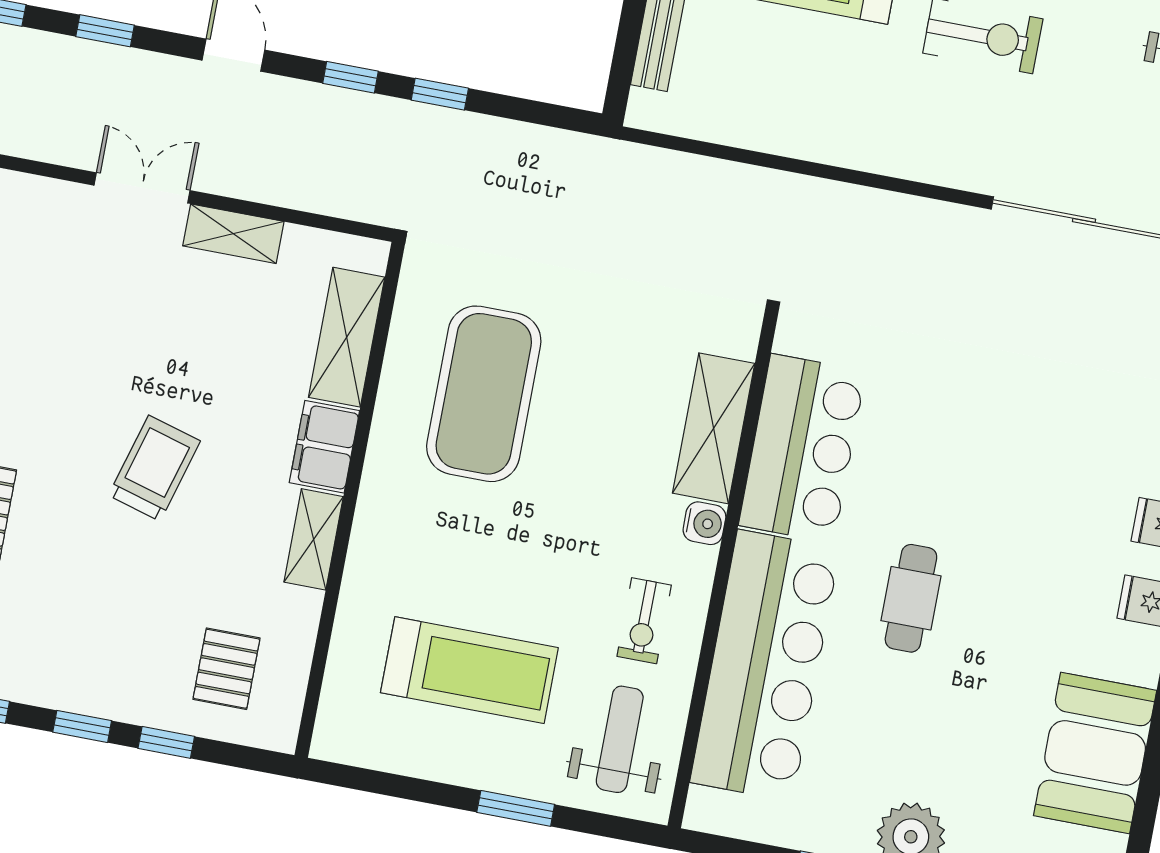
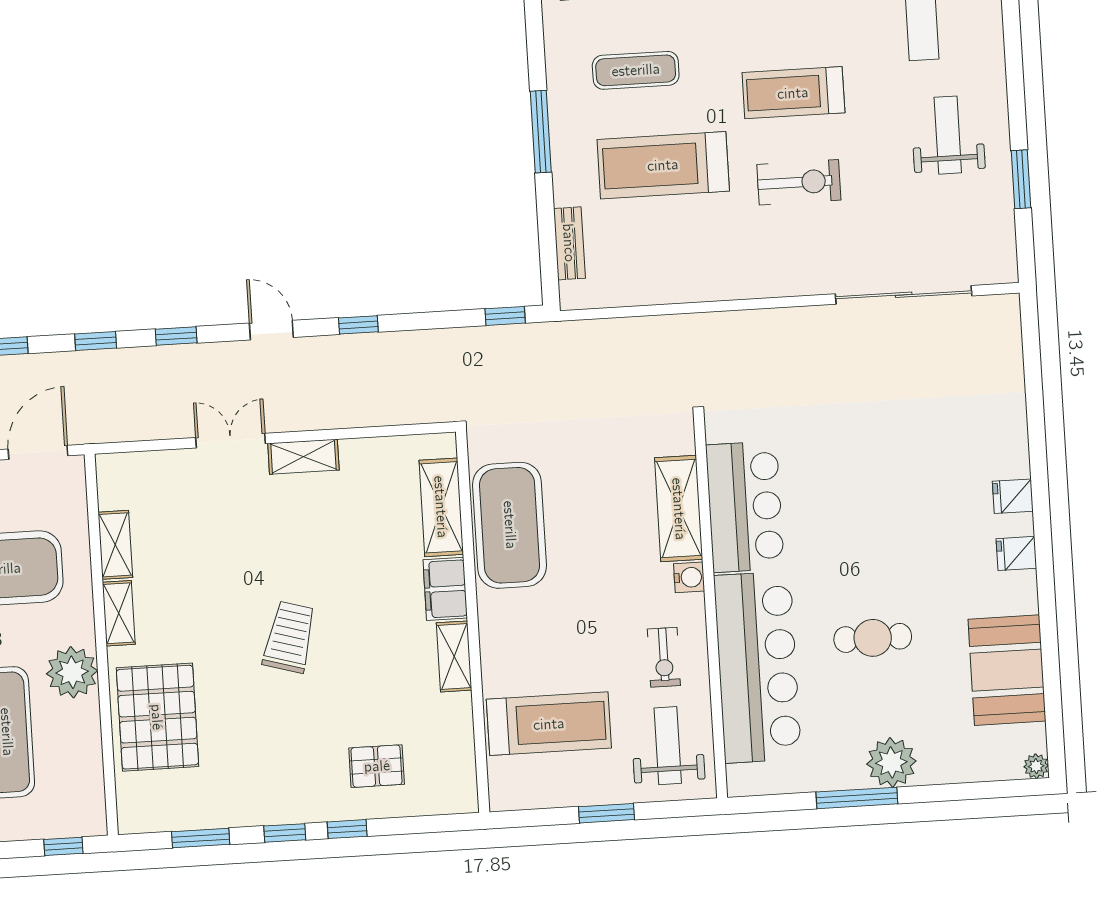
window: (440, 94) -> (505, 316), moved
shelving: (347, 337) -> (441, 507), moved
filing cabinet: (324, 447) -> (445, 589), moved
wall: (350, 500) -> (473, 622), moved
shelving: (314, 539) -> (454, 656), moved
cafe table: (911, 598) -> (873, 638), moved, turned 90
pallet: (226, 669) -> (377, 766), turned 90

